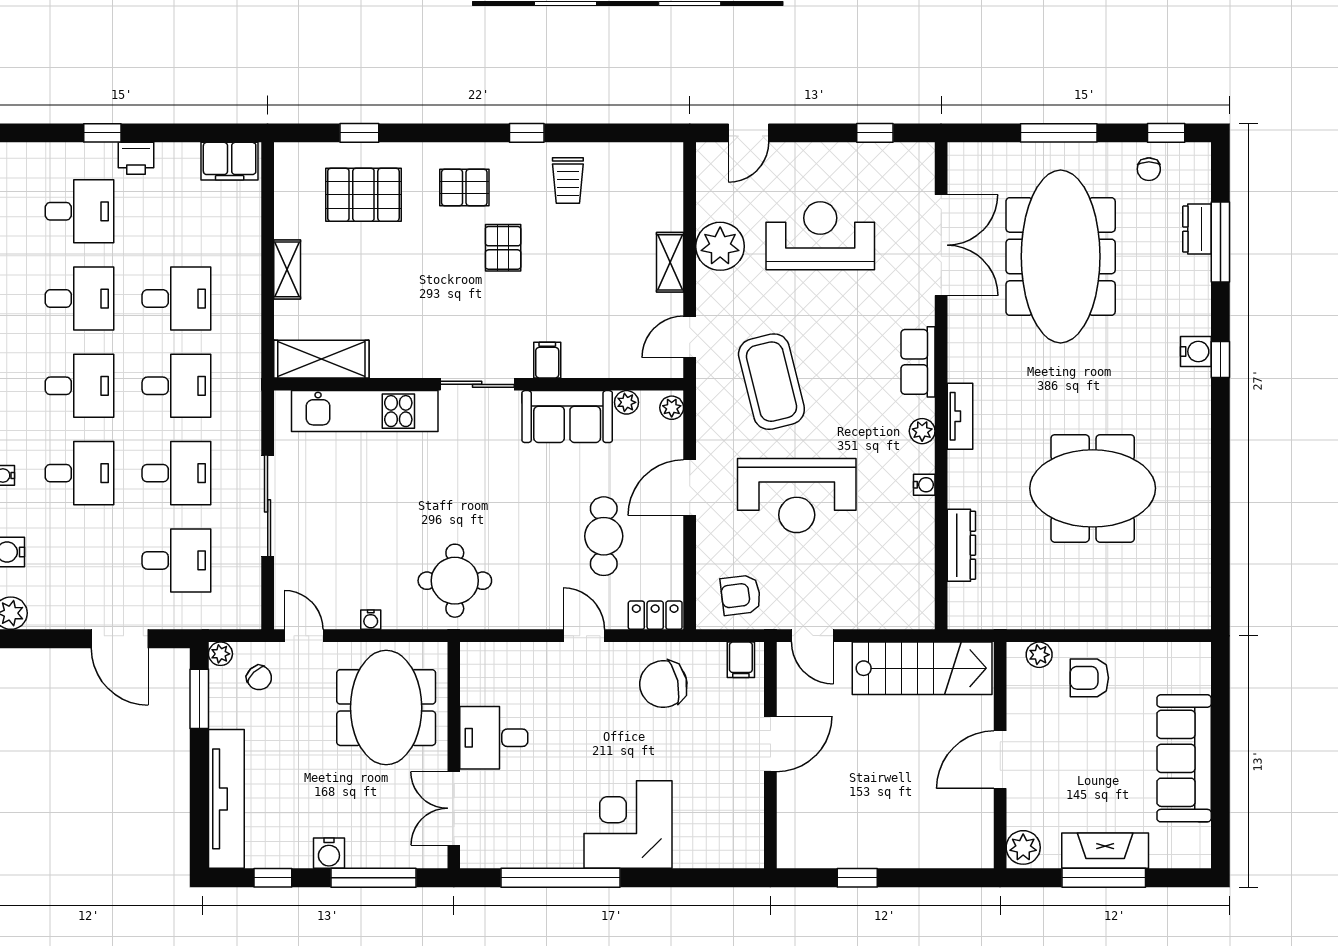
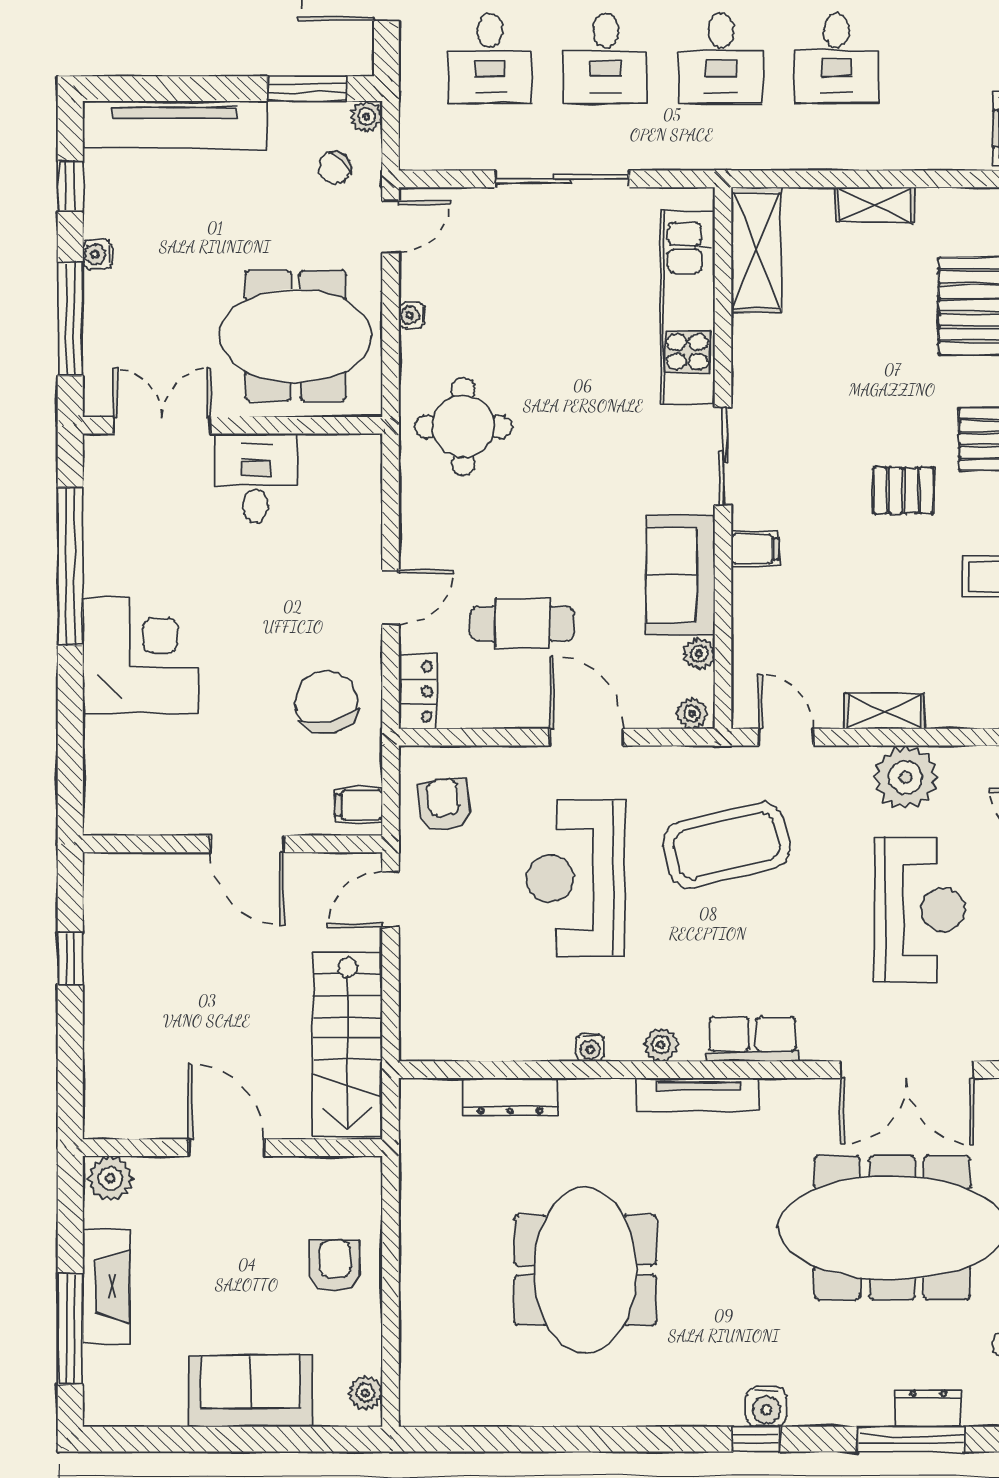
tv unit: (960, 416) -> (699, 1095), width x1.41
plant: (1039, 655) -> (365, 1393), moved
sofa: (1184, 758) -> (251, 1391), width x0.73
water cooler: (329, 853) -> (97, 255), width x0.72, depth x0.72
window: (1104, 878) -> (70, 1329), moved

